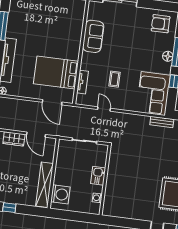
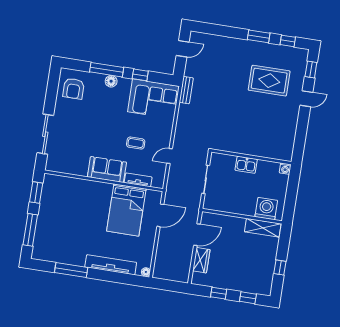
sofa: (93, 36) -> (107, 169), moved
shelving: (45, 185) -> (263, 228), width x0.68
washing machine: (97, 198) -> (285, 169), moved

